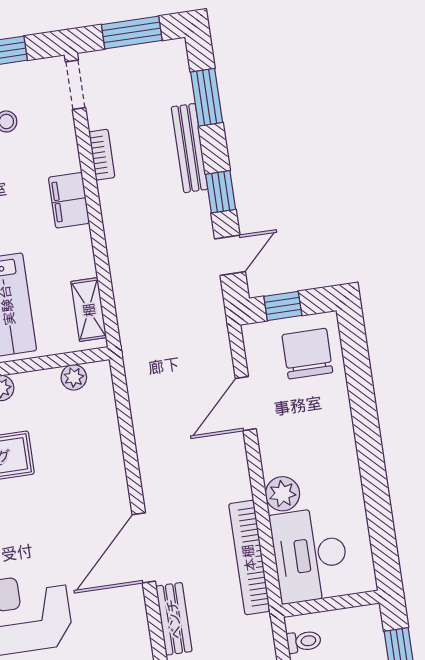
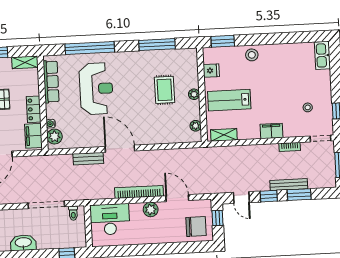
window: (207, 97) -> (299, 195), moved
plant: (282, 494) -> (151, 209), moved
bookcase: (249, 558) -> (139, 192), moved

